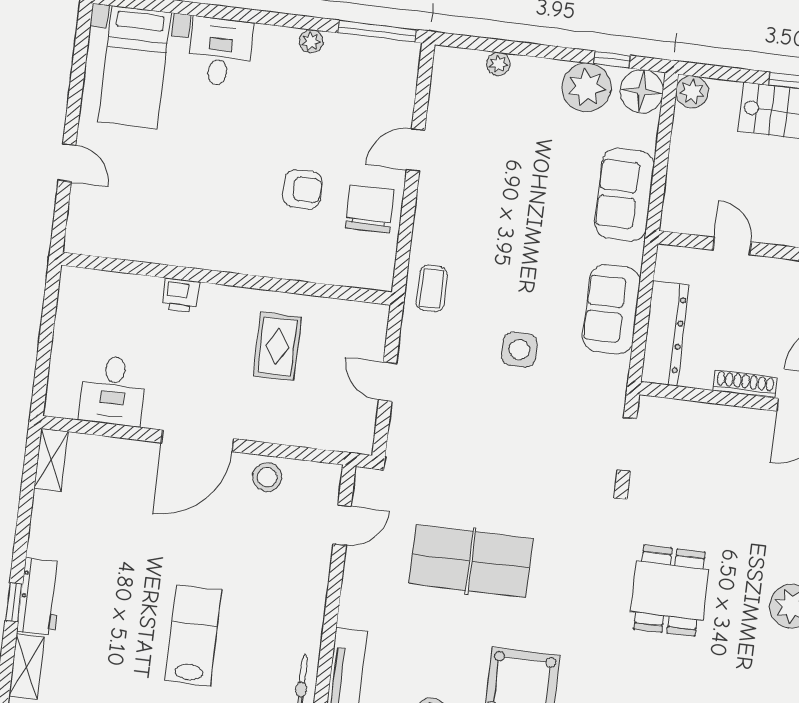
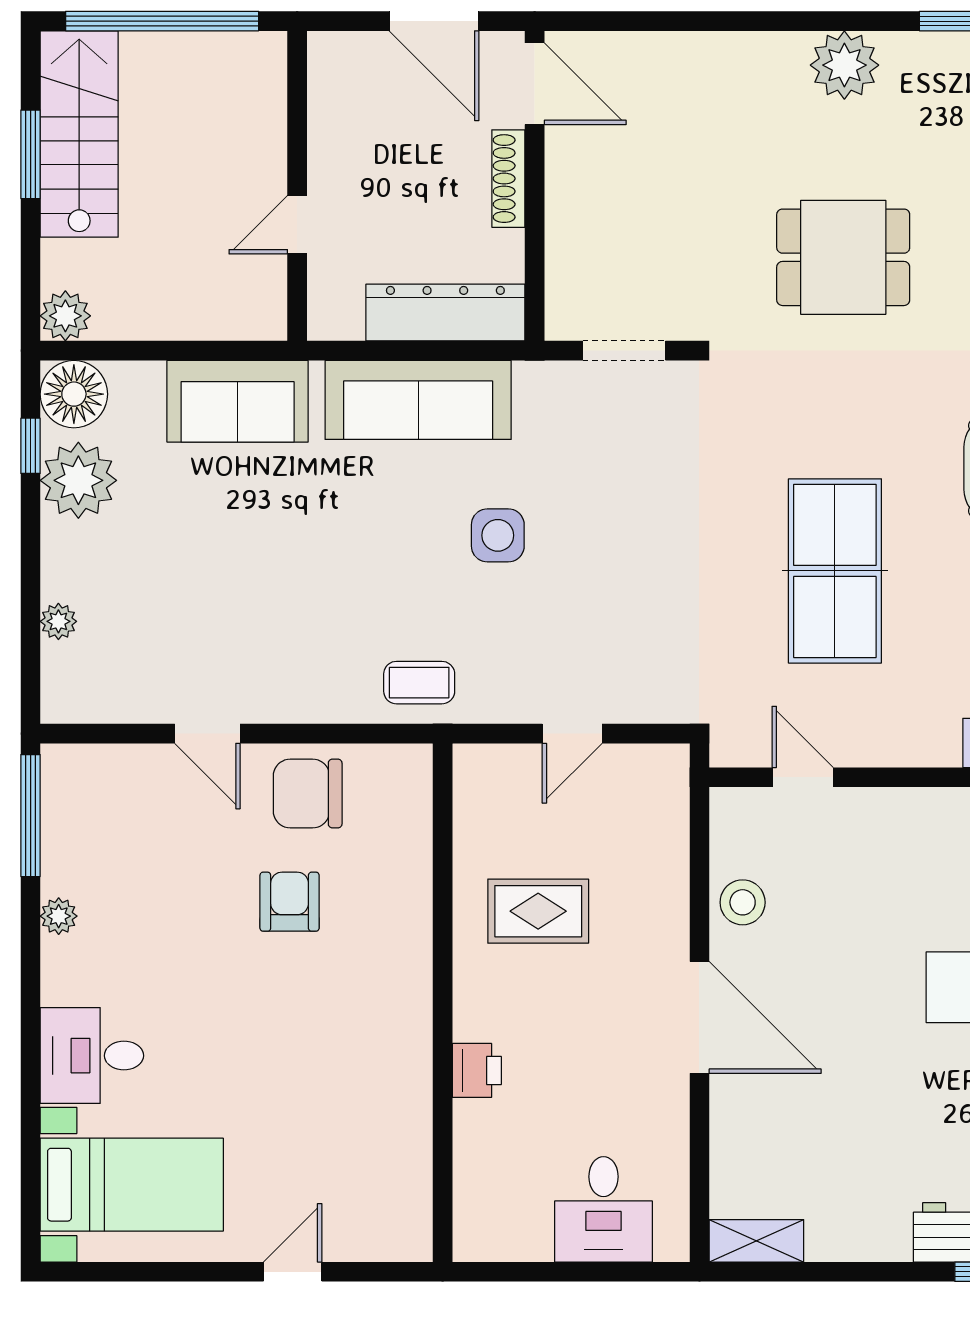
sofa: (611, 309) -> (418, 400), width x1.36
desk: (113, 390) -> (604, 1209), moved, turned 90

